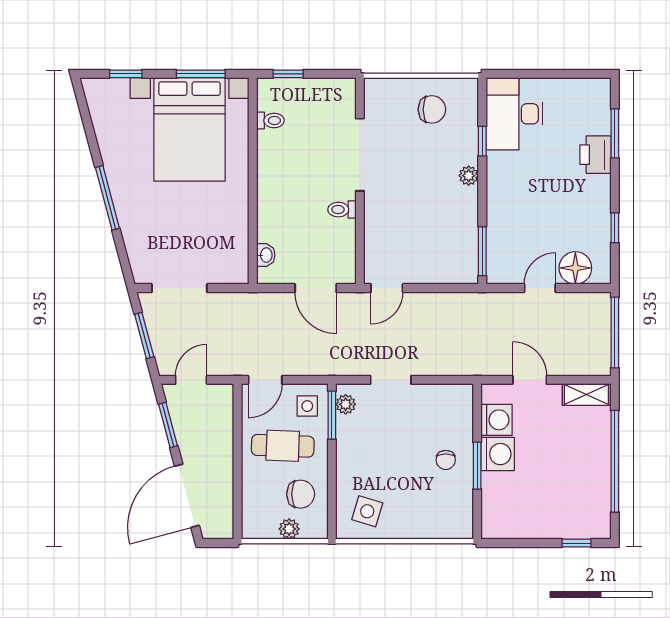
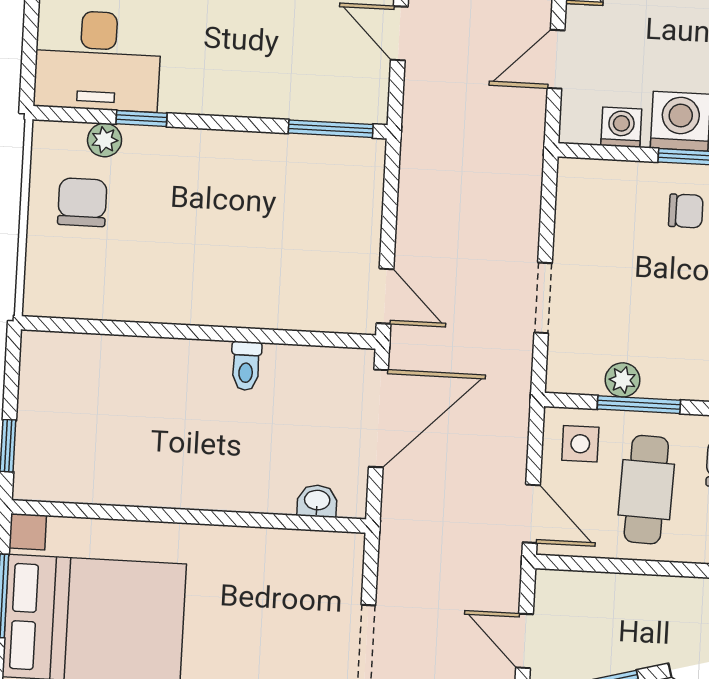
toilet: (270, 121) -> (86, 480), removed
doorway: (360, 155) -> (153, 330), removed
plant: (469, 176) -> (105, 140), moved
door: (316, 288) -> (378, 418), width x1.36
plant: (346, 404) -> (623, 380), moved
window: (332, 415) -> (639, 405), moved
washing machine: (497, 420) -> (621, 127), width x0.73, depth x0.73

